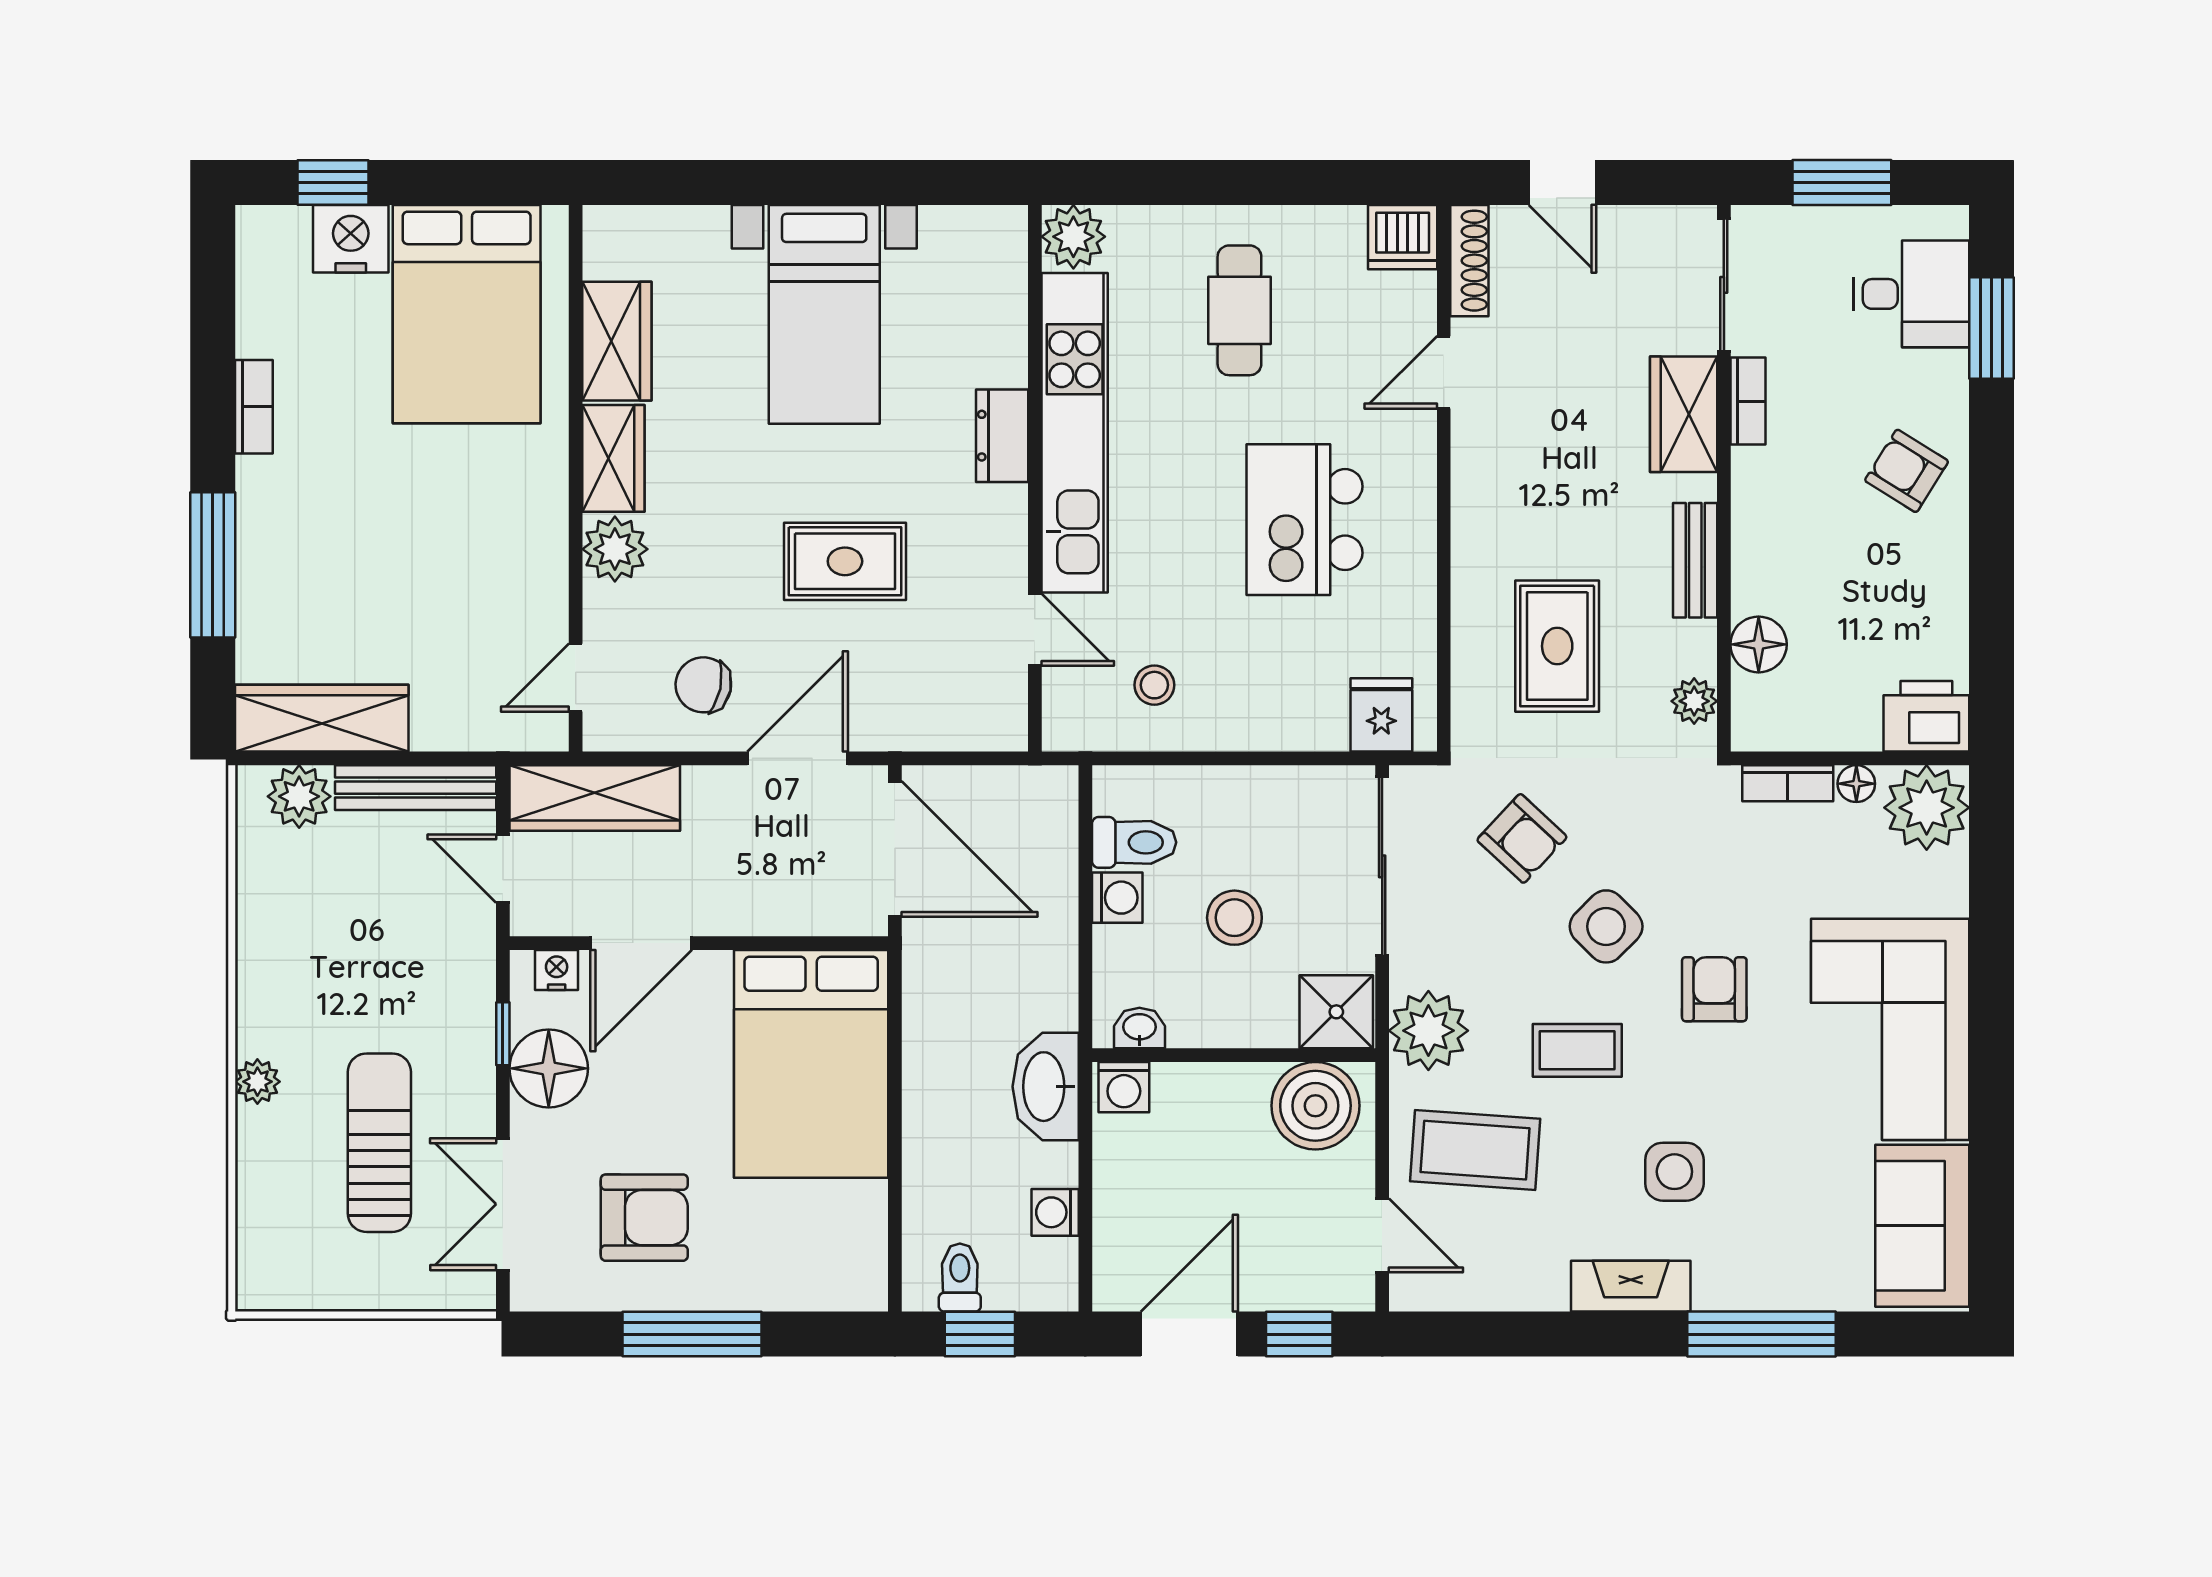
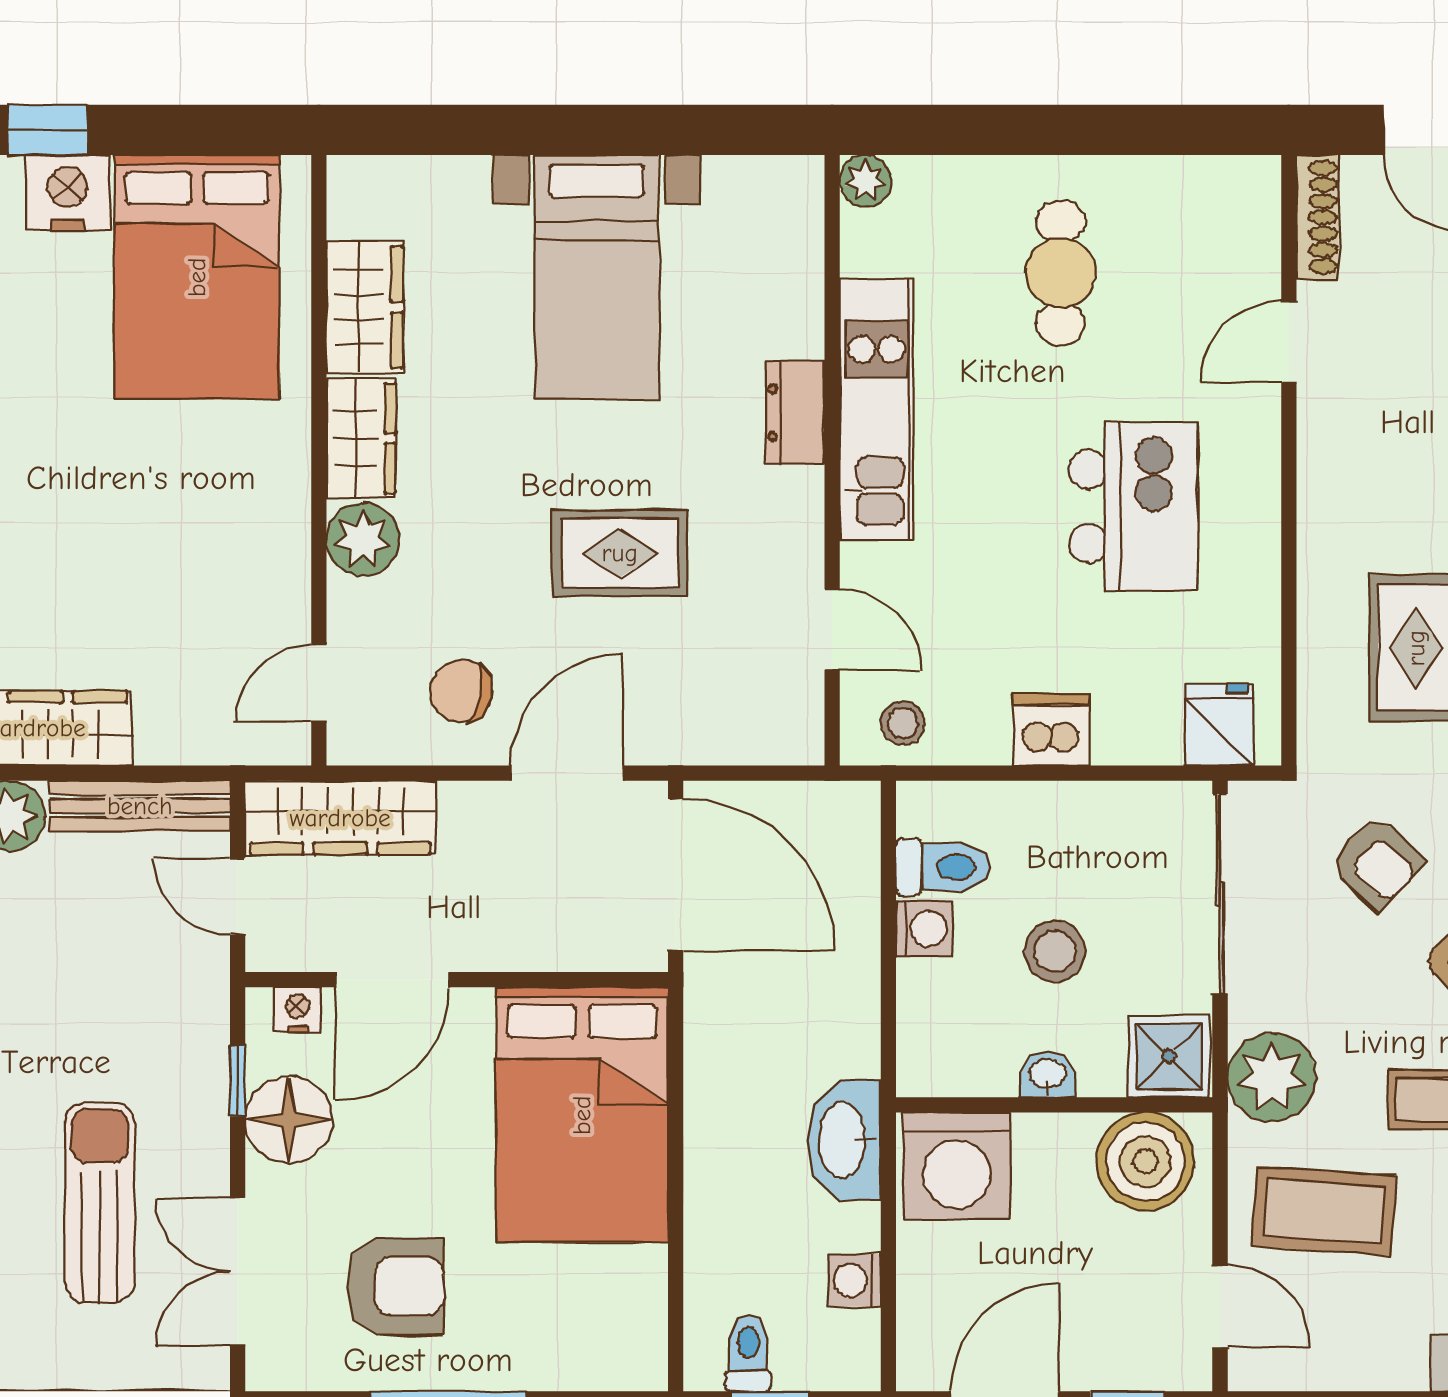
plant: (1073, 237) -> (865, 181), width x0.73, depth x0.73
dishwasher: (1403, 237) -> (1051, 730), moved, turned 180
kitchen unit: (1075, 433) -> (876, 410), width x0.73
kitchen island: (1305, 520) -> (1133, 506), turned 180
stool: (1154, 685) -> (903, 723), moved
washbasin: (1139, 1028) -> (1048, 1075), moved
washing machine: (1124, 1087) -> (957, 1166), width x1.89, depth x1.89

